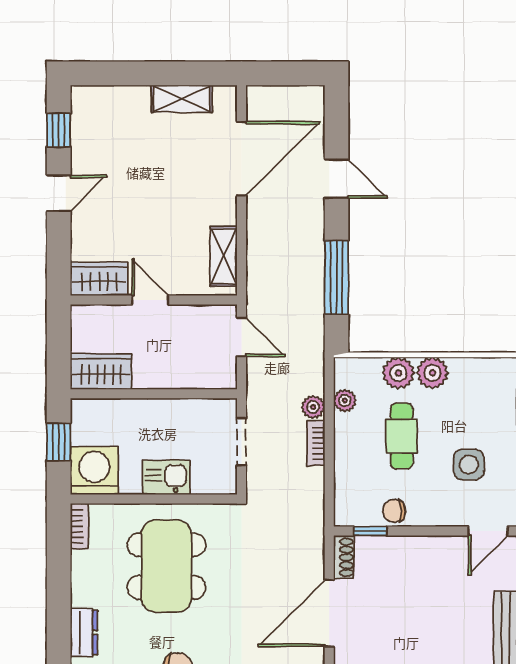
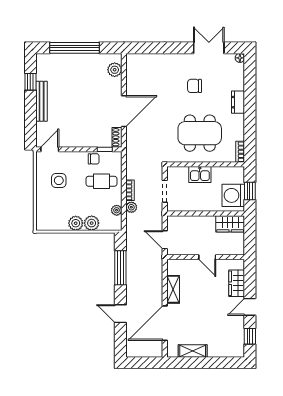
shelving: (224, 256) -> (173, 289), moved
wardrobe: (99, 279) -> (237, 283), moved, turned 90
cafe table: (402, 436) -> (101, 181), moved, turned 90
washing machine: (94, 471) -> (233, 195), moved, turned 90
dining table: (166, 566) -> (200, 133), turned 90

